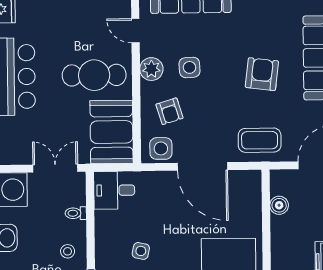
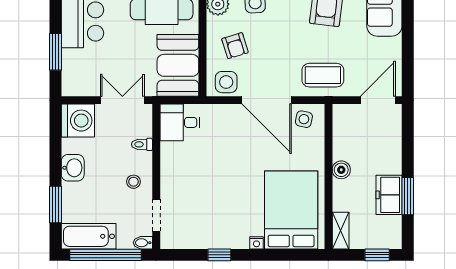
boiler: (279, 205) -> (341, 170), moved
side table: (141, 251) -> (304, 119), moved

